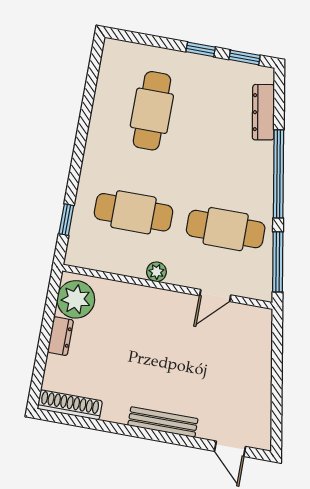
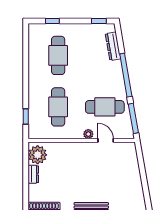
window: (201, 49) -> (52, 21), moved
cafe table: (133, 212) -> (58, 107), turned 90
plant: (156, 272) -> (88, 134), moved
door: (215, 295) -> (106, 140), swing flipped

